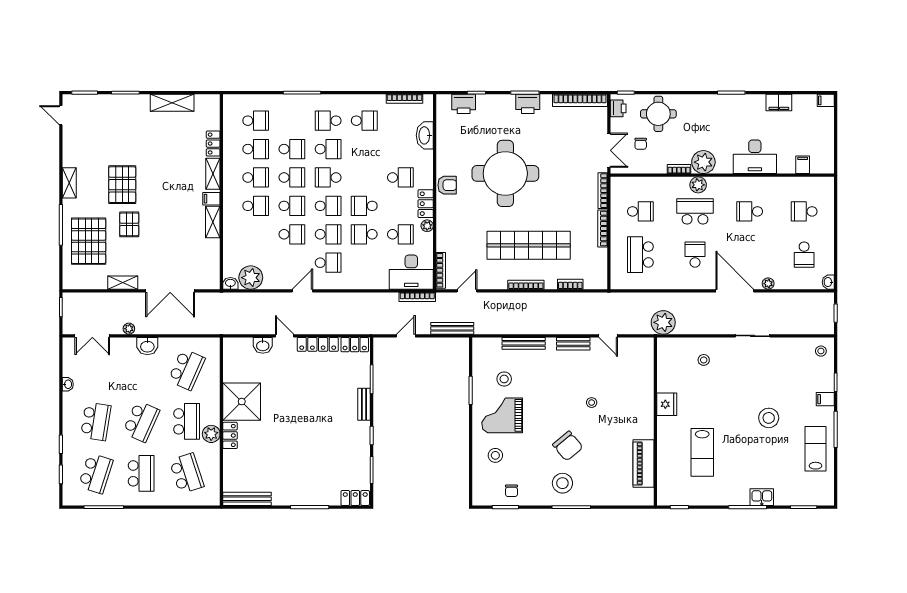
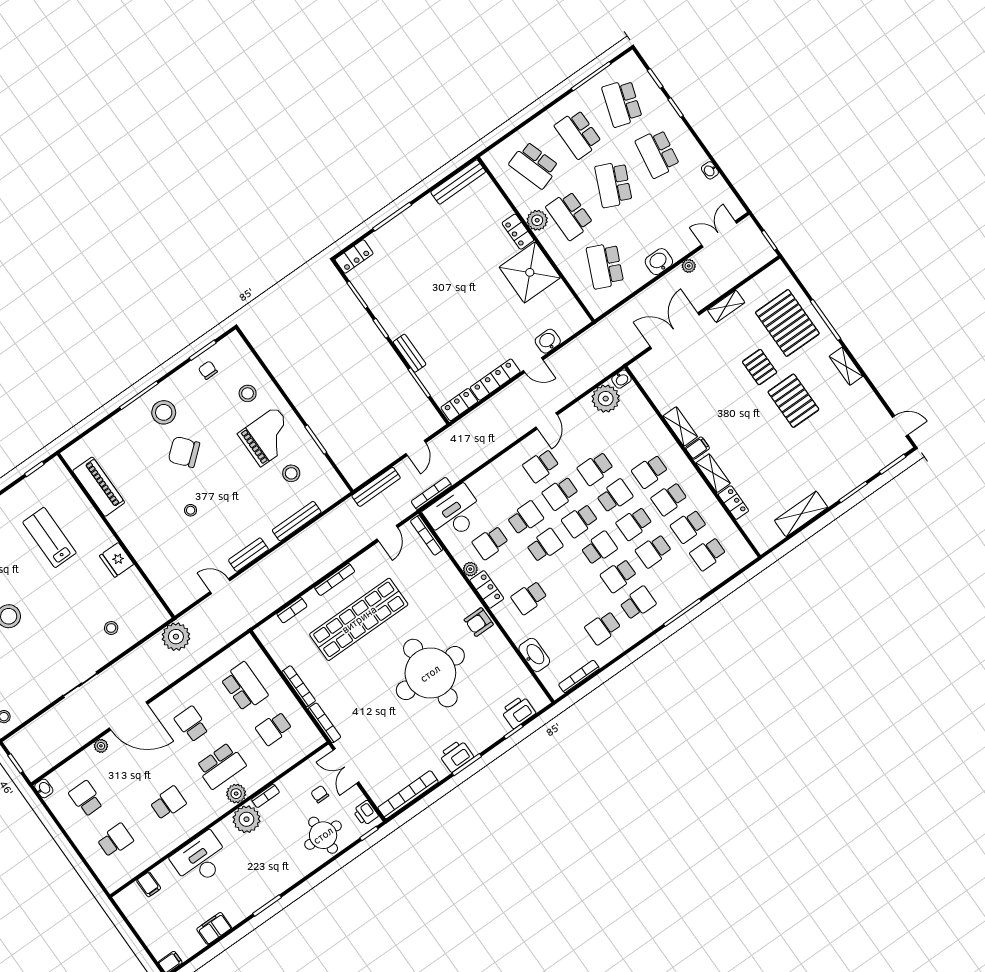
school desk: (292, 206) -> (615, 496), turned 180
school desk: (695, 255) -> (192, 724), turned 180

